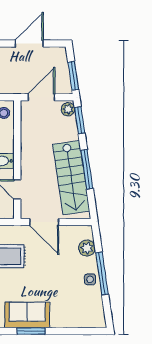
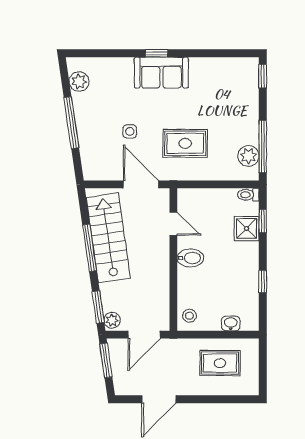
plant: (87, 248) -> (79, 82), moved
side table: (90, 279) -> (130, 131), moved
window: (31, 331) -> (157, 53), width x0.67

